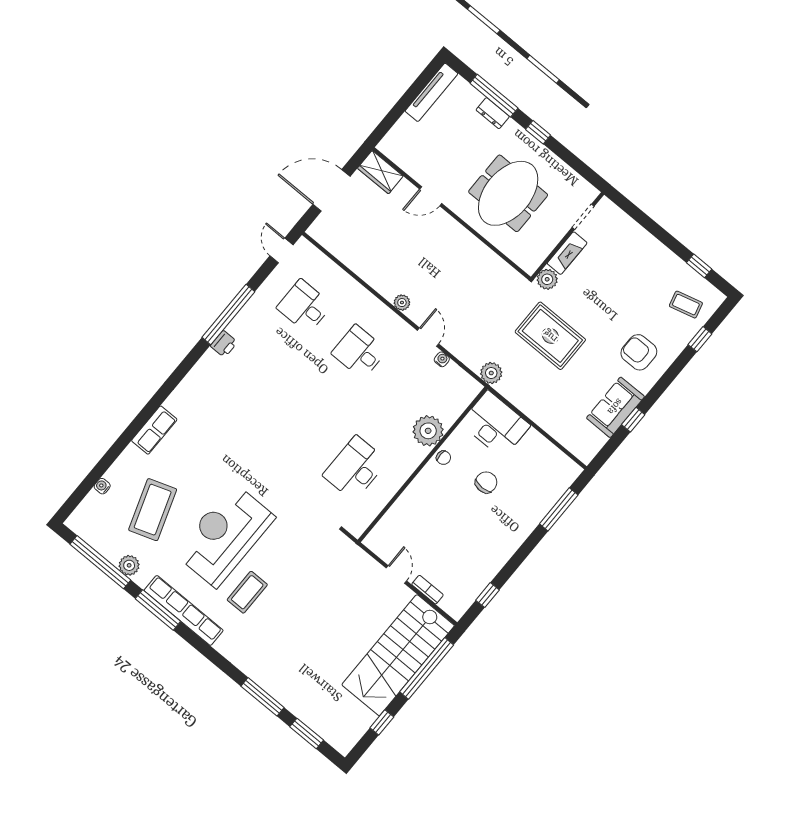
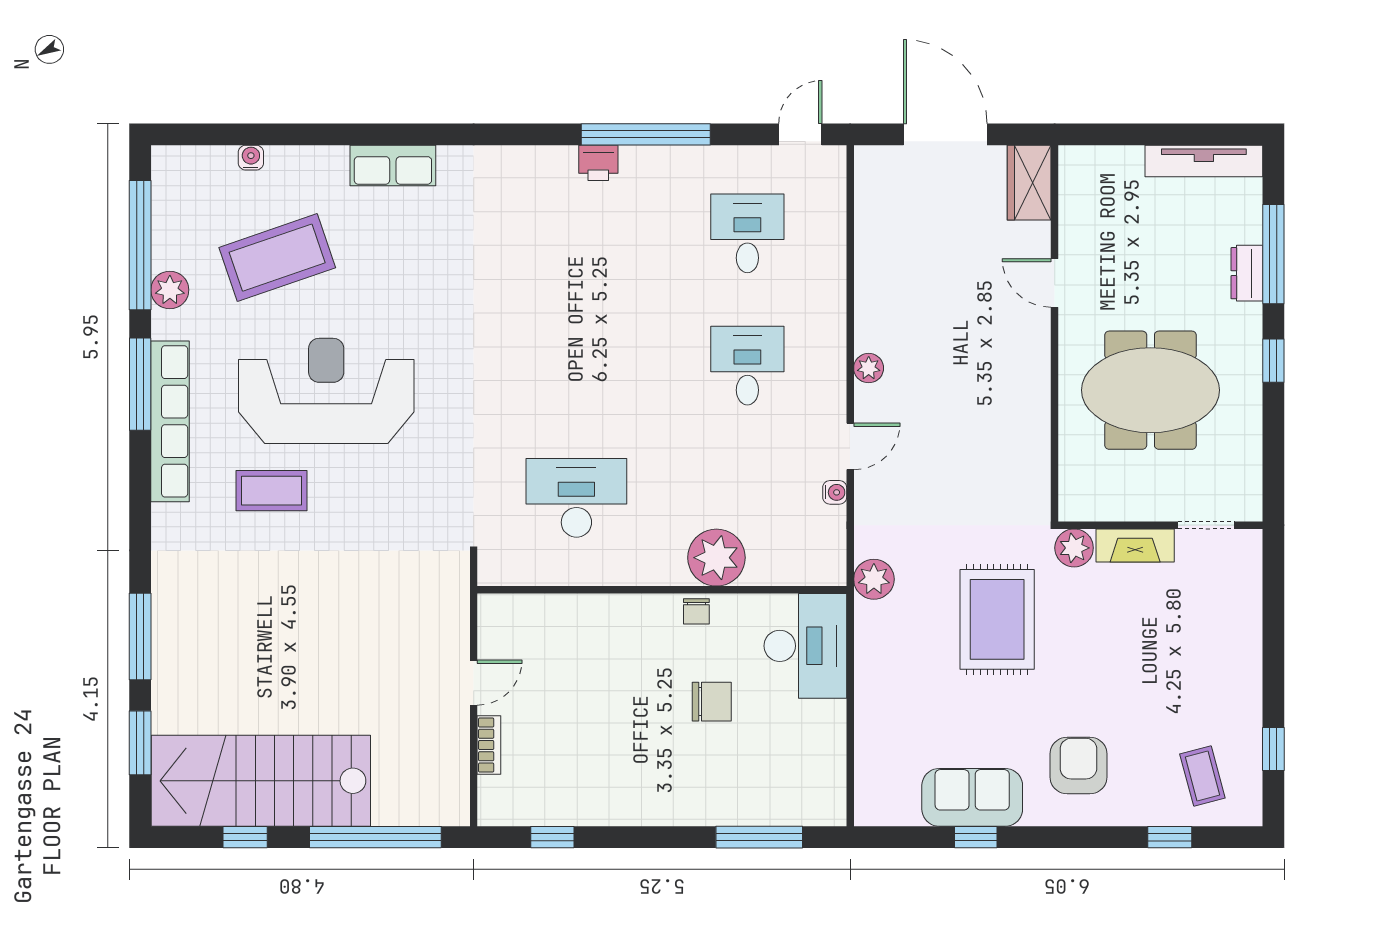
stairs: (398, 655) -> (261, 781), moved

